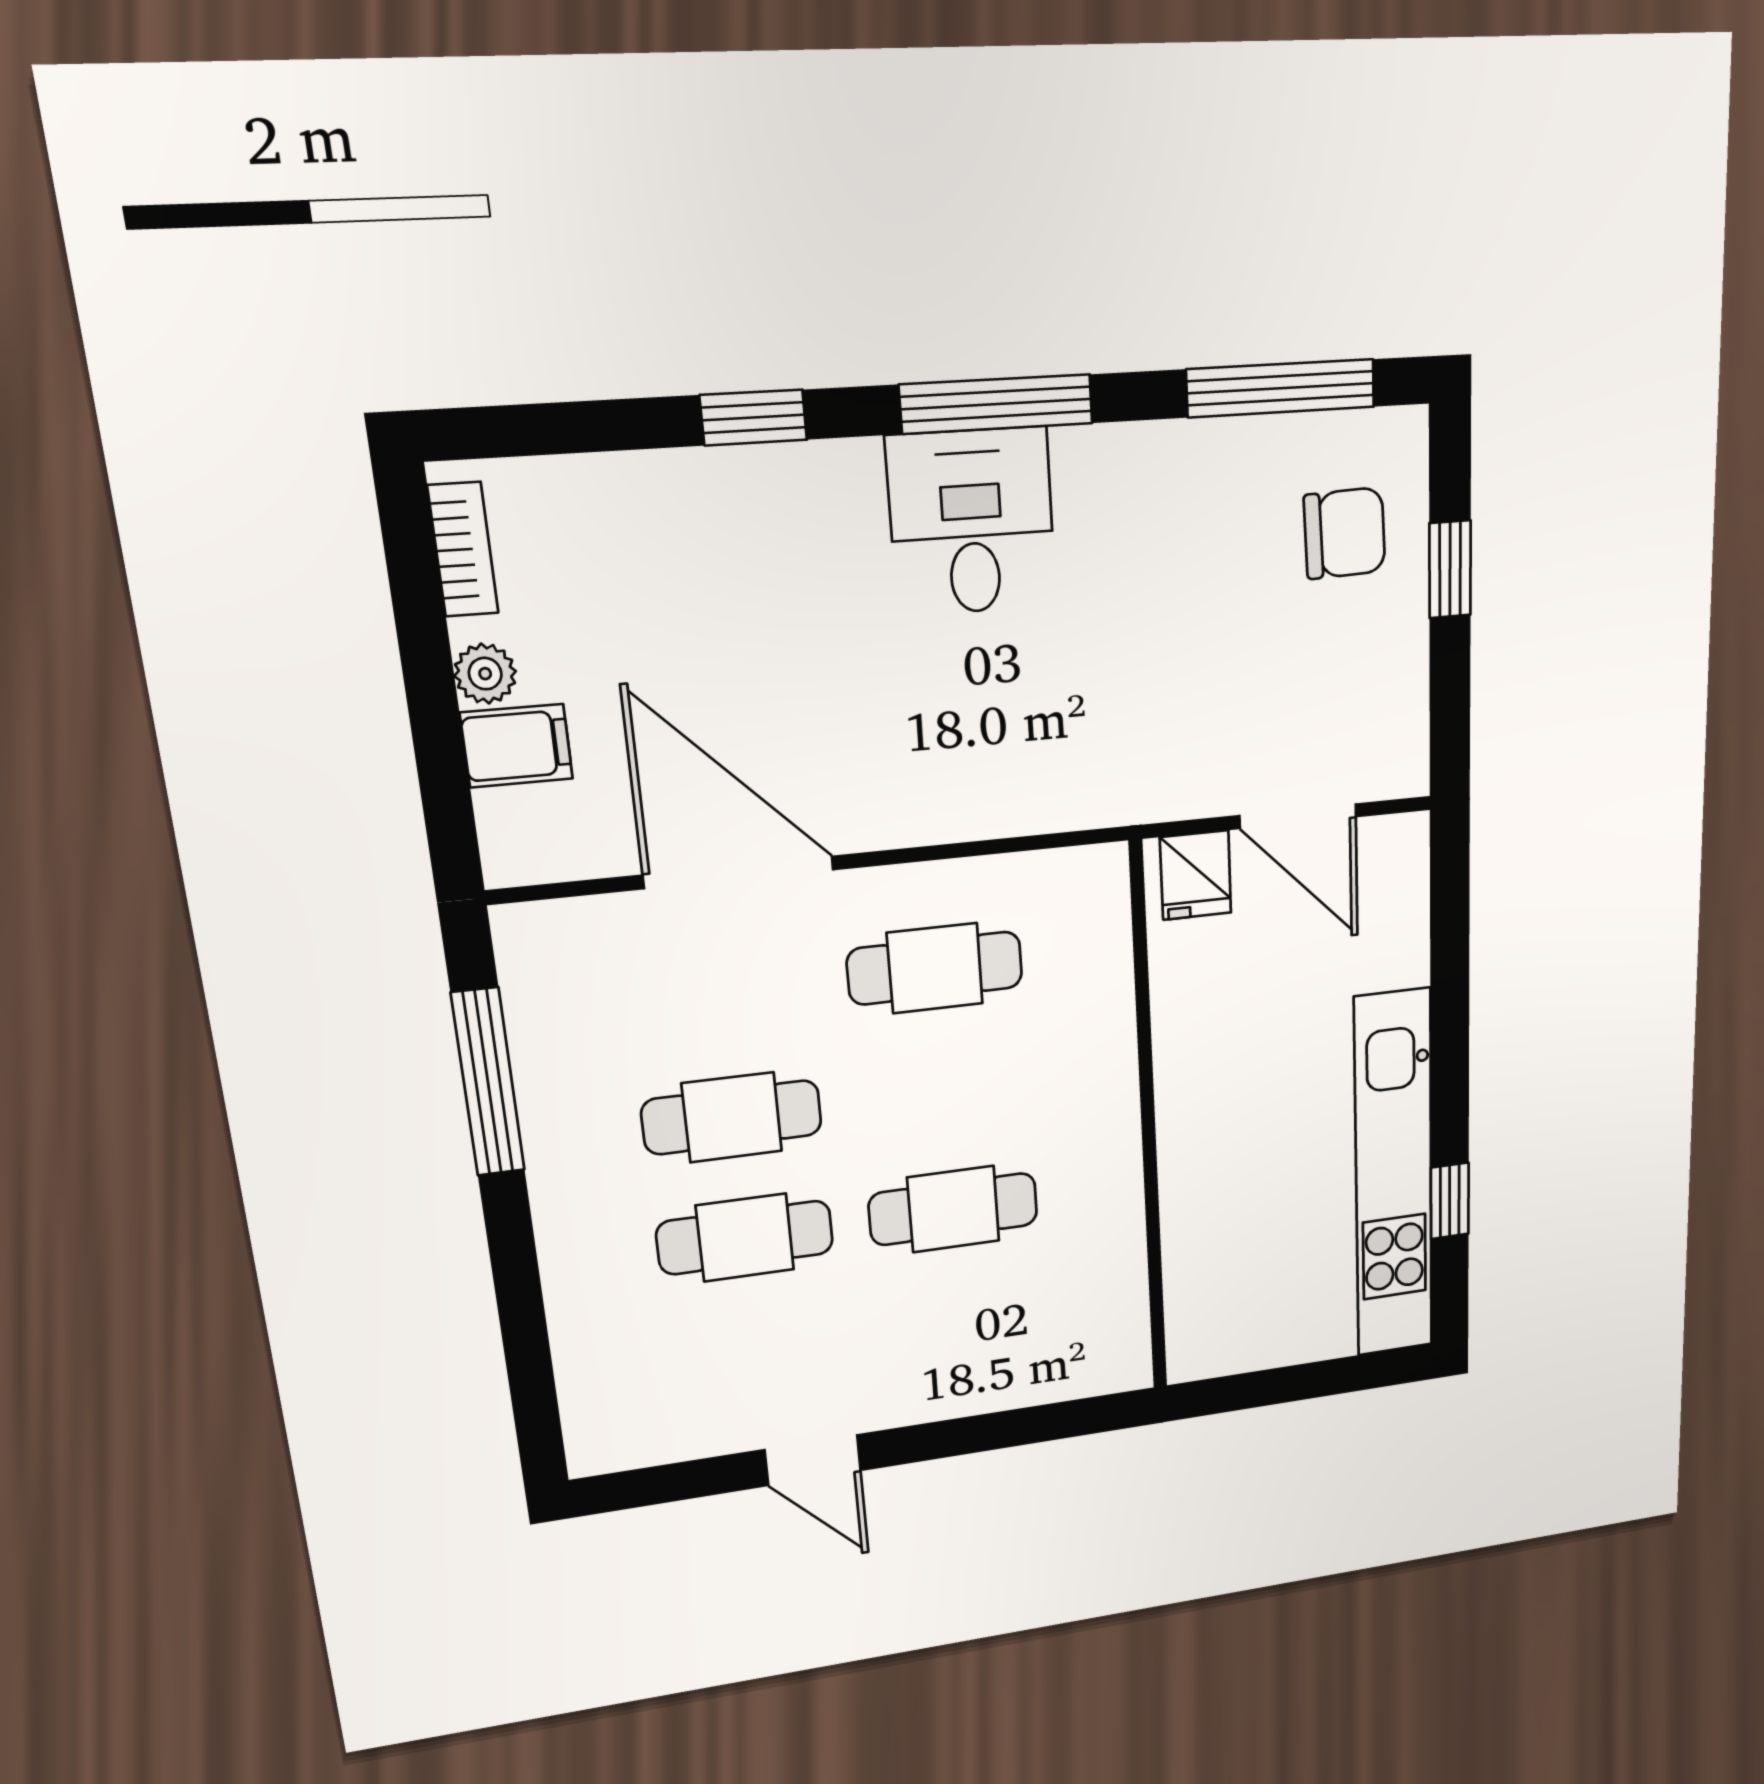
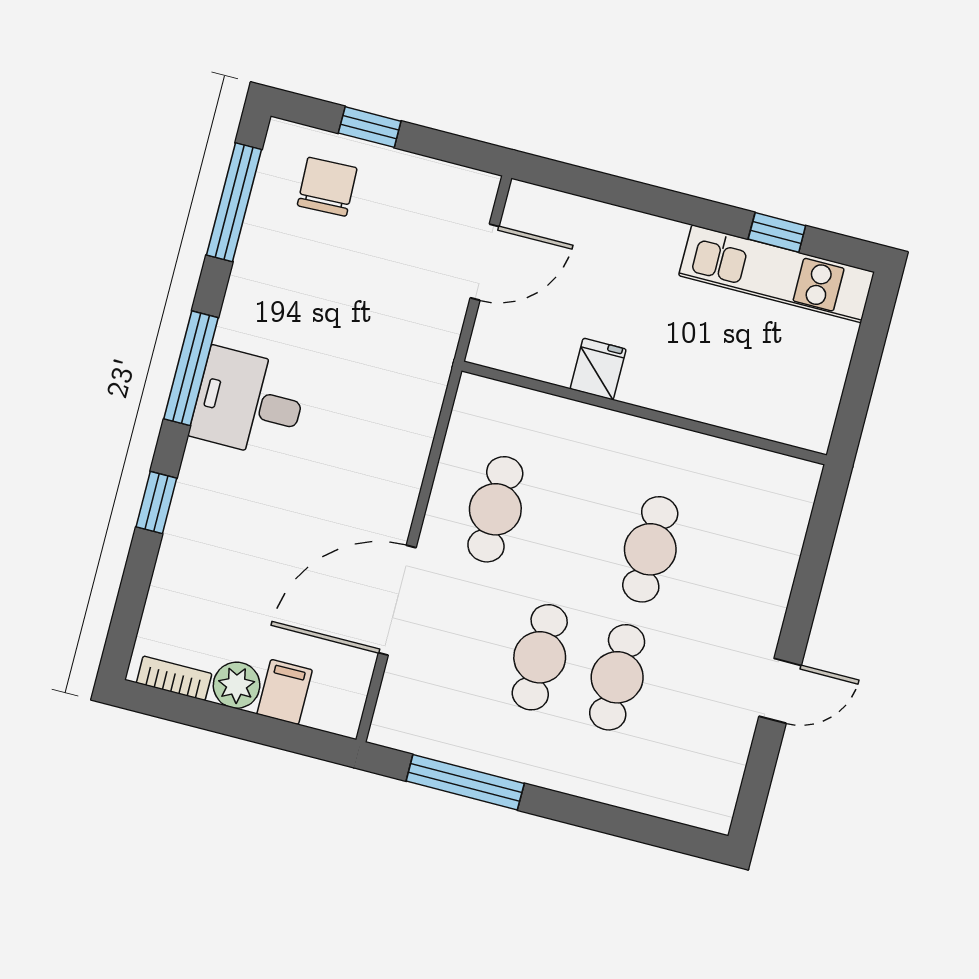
plant: (485, 674) -> (237, 685), width x1.38, depth x1.38
fridge: (1196, 875) -> (598, 369), moved, turned -90
kitchen unit: (1394, 1175) -> (777, 274), width x0.73

